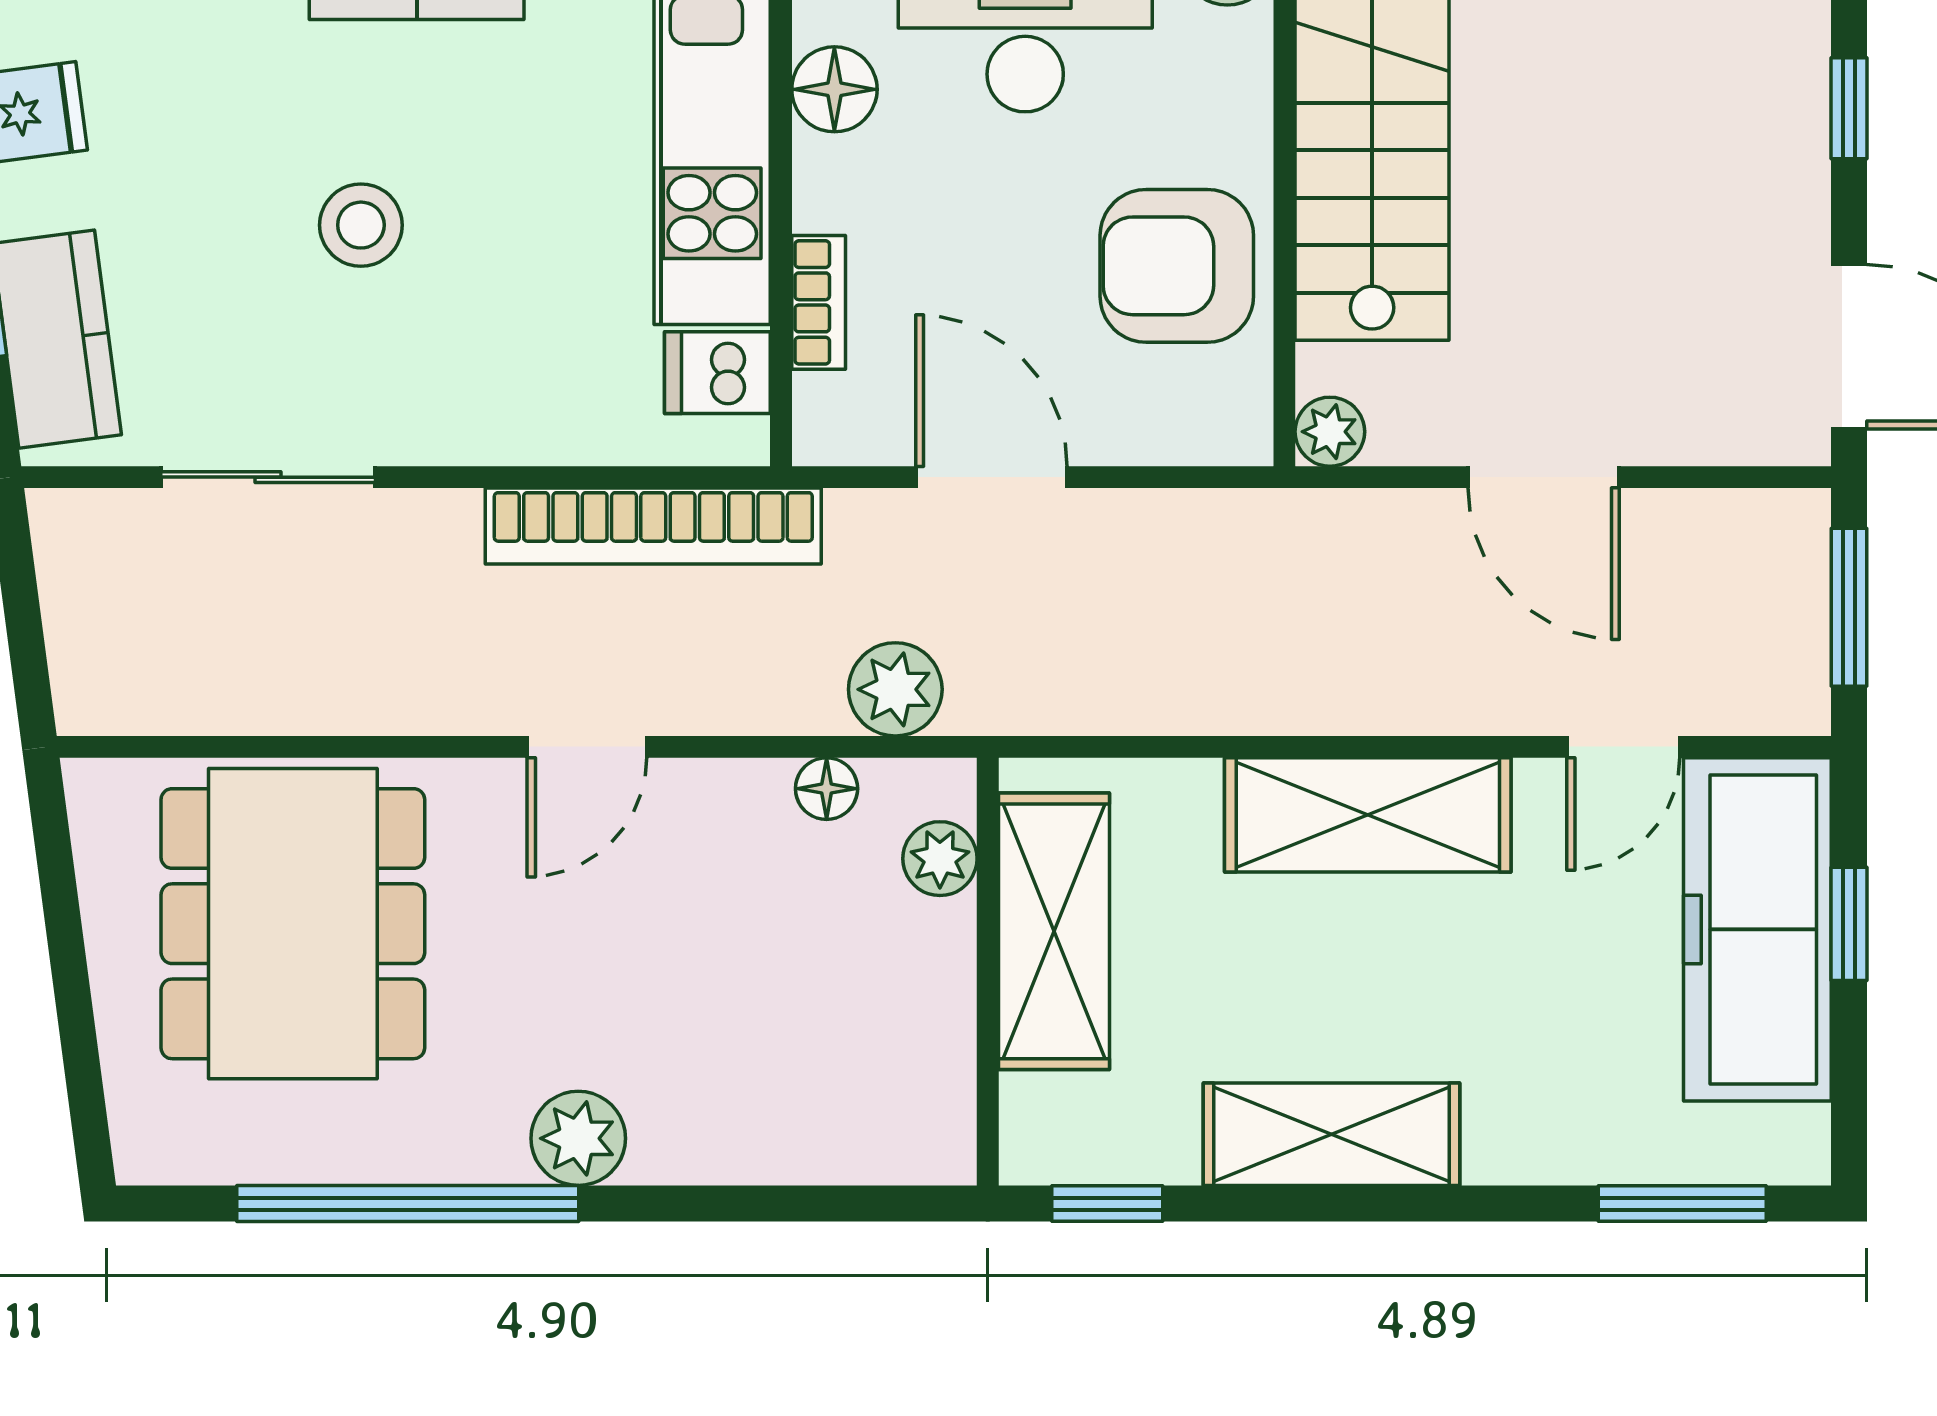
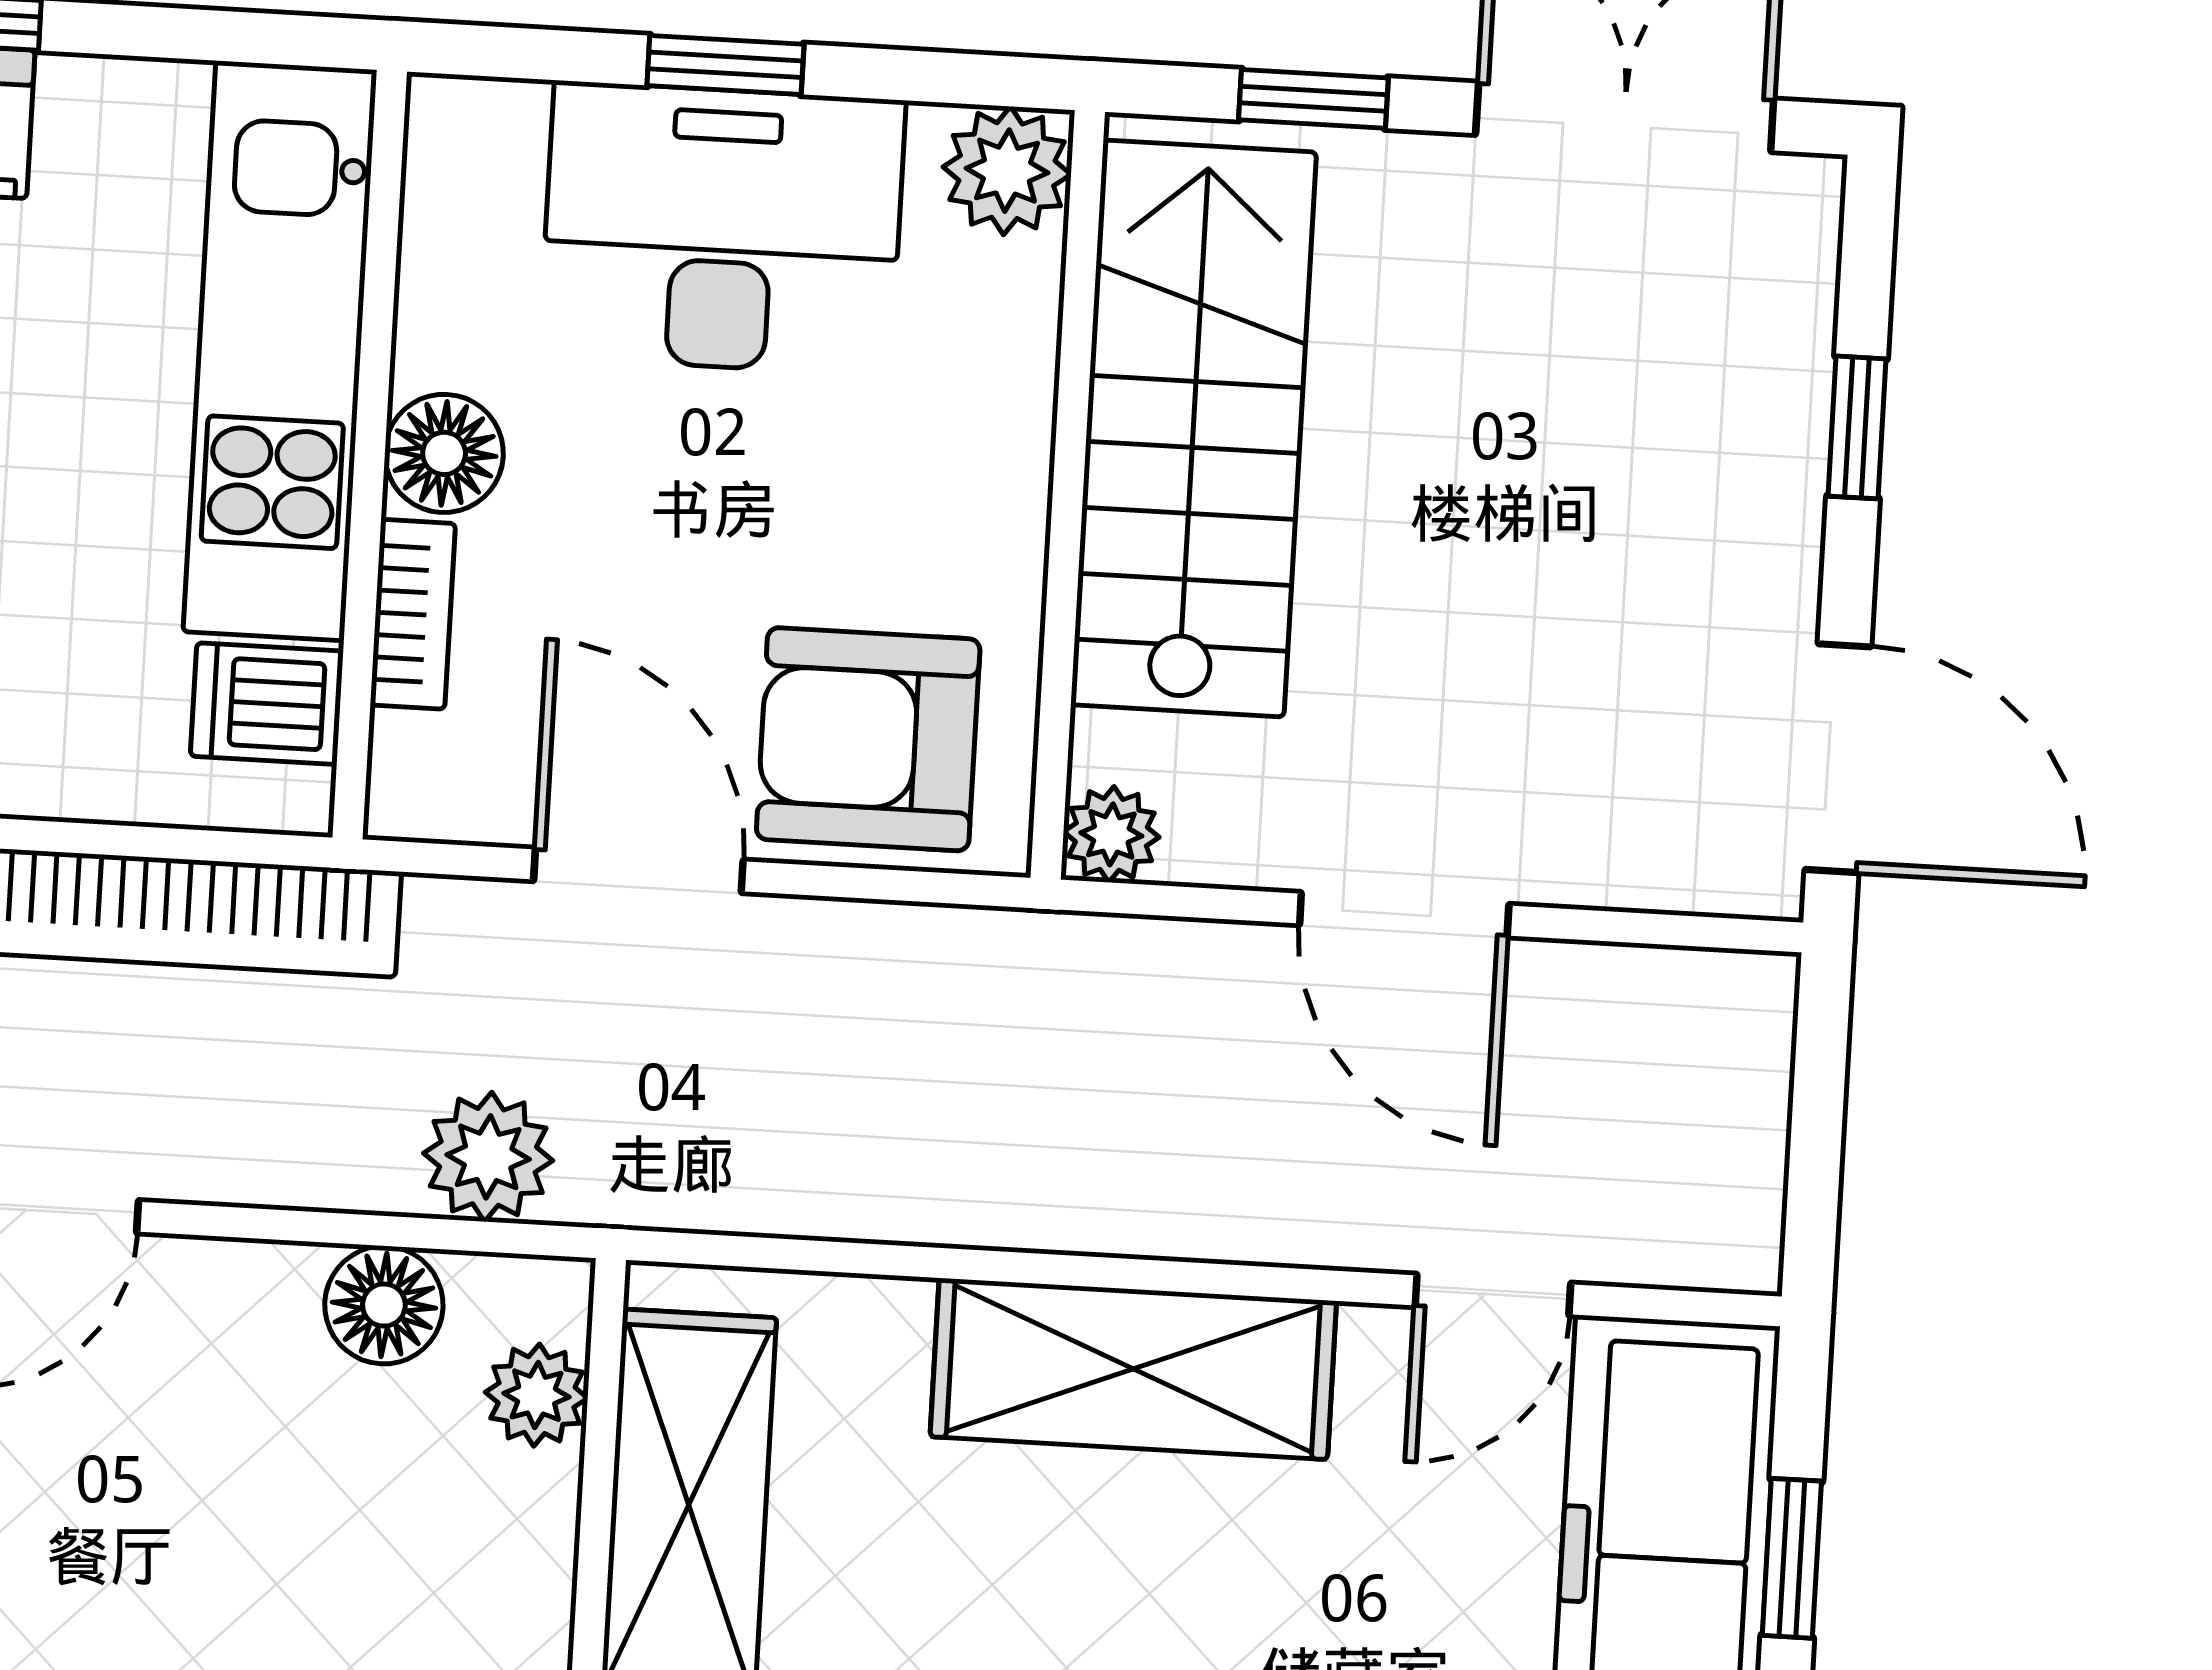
floor lamp: (834, 89) -> (444, 453), moved
armchair: (1177, 266) -> (868, 739), moved
window: (1849, 607) -> (1817, 1119), removed
floor lamp: (827, 789) -> (384, 1305), width x1.37, depth x1.37

